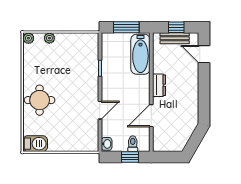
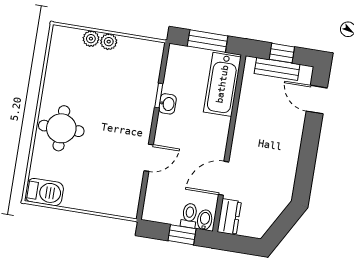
plant: (28, 38) -> (109, 42), moved
dresser: (159, 85) -> (229, 217), moved
washbasin: (107, 144) -> (167, 104), moved
bidet: (143, 145) -> (205, 220), added

